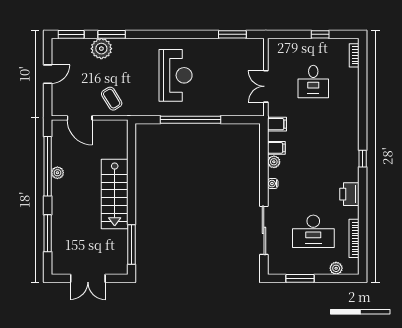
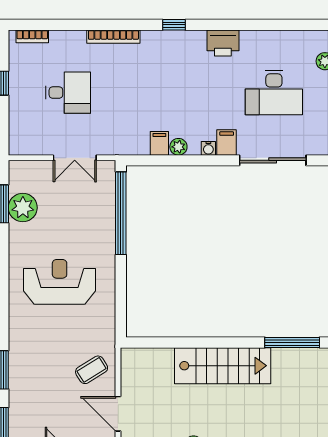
plant: (101, 49) -> (23, 208), moved
door: (80, 118) -> (118, 414), swing flipped
window: (191, 120) -> (121, 213), moved
filing cabinet: (277, 124) -> (227, 142), moved
desk: (313, 231) -> (274, 93), turned 90
bookcase: (354, 238) -> (113, 37), moved

